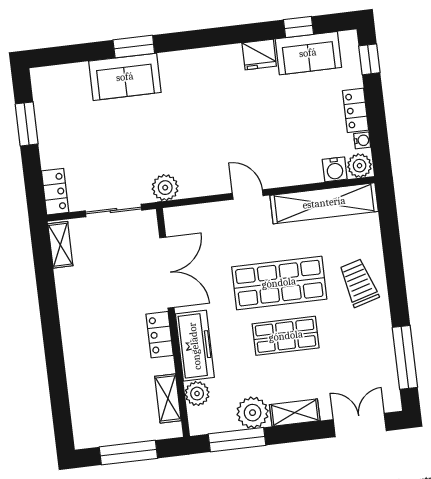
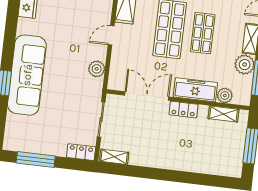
sofa: (125, 77) -> (27, 75), width x1.85, depth x1.27
window: (27, 124) -> (36, 159), width x1.44
plant: (165, 188) -> (97, 69), moved

